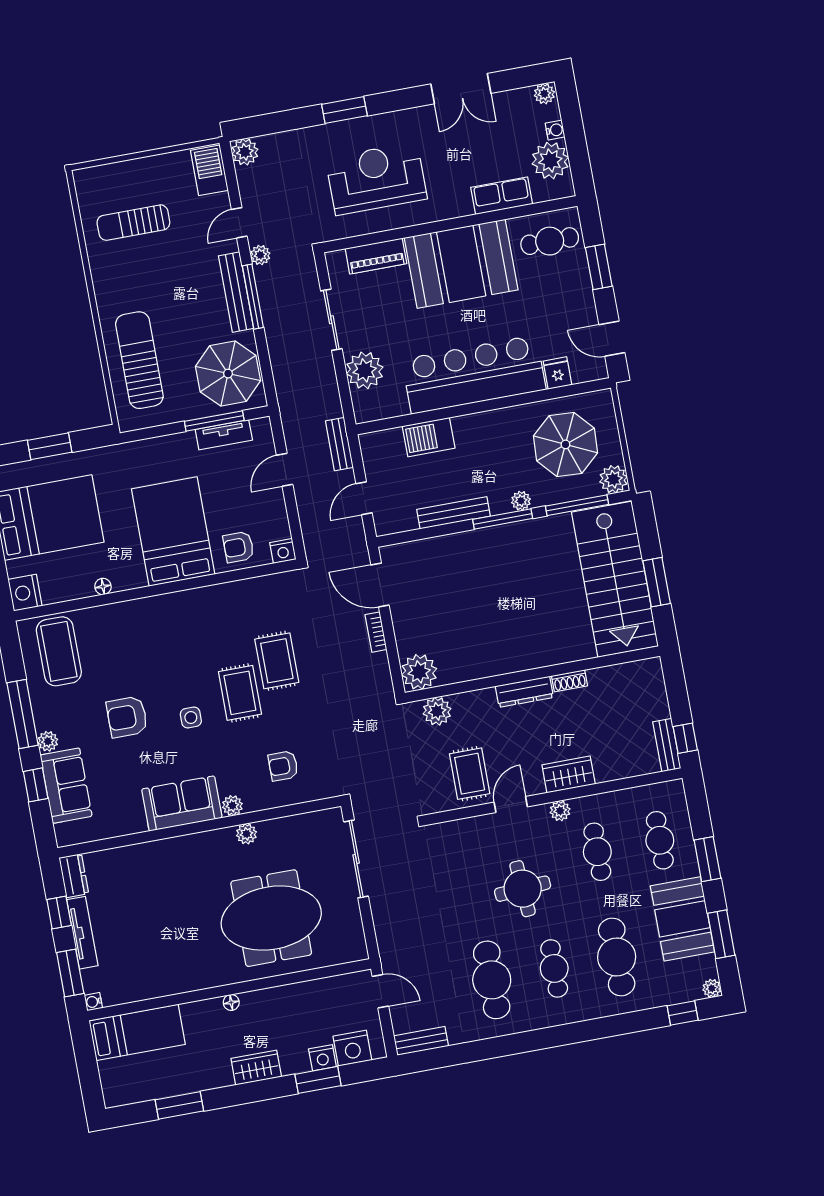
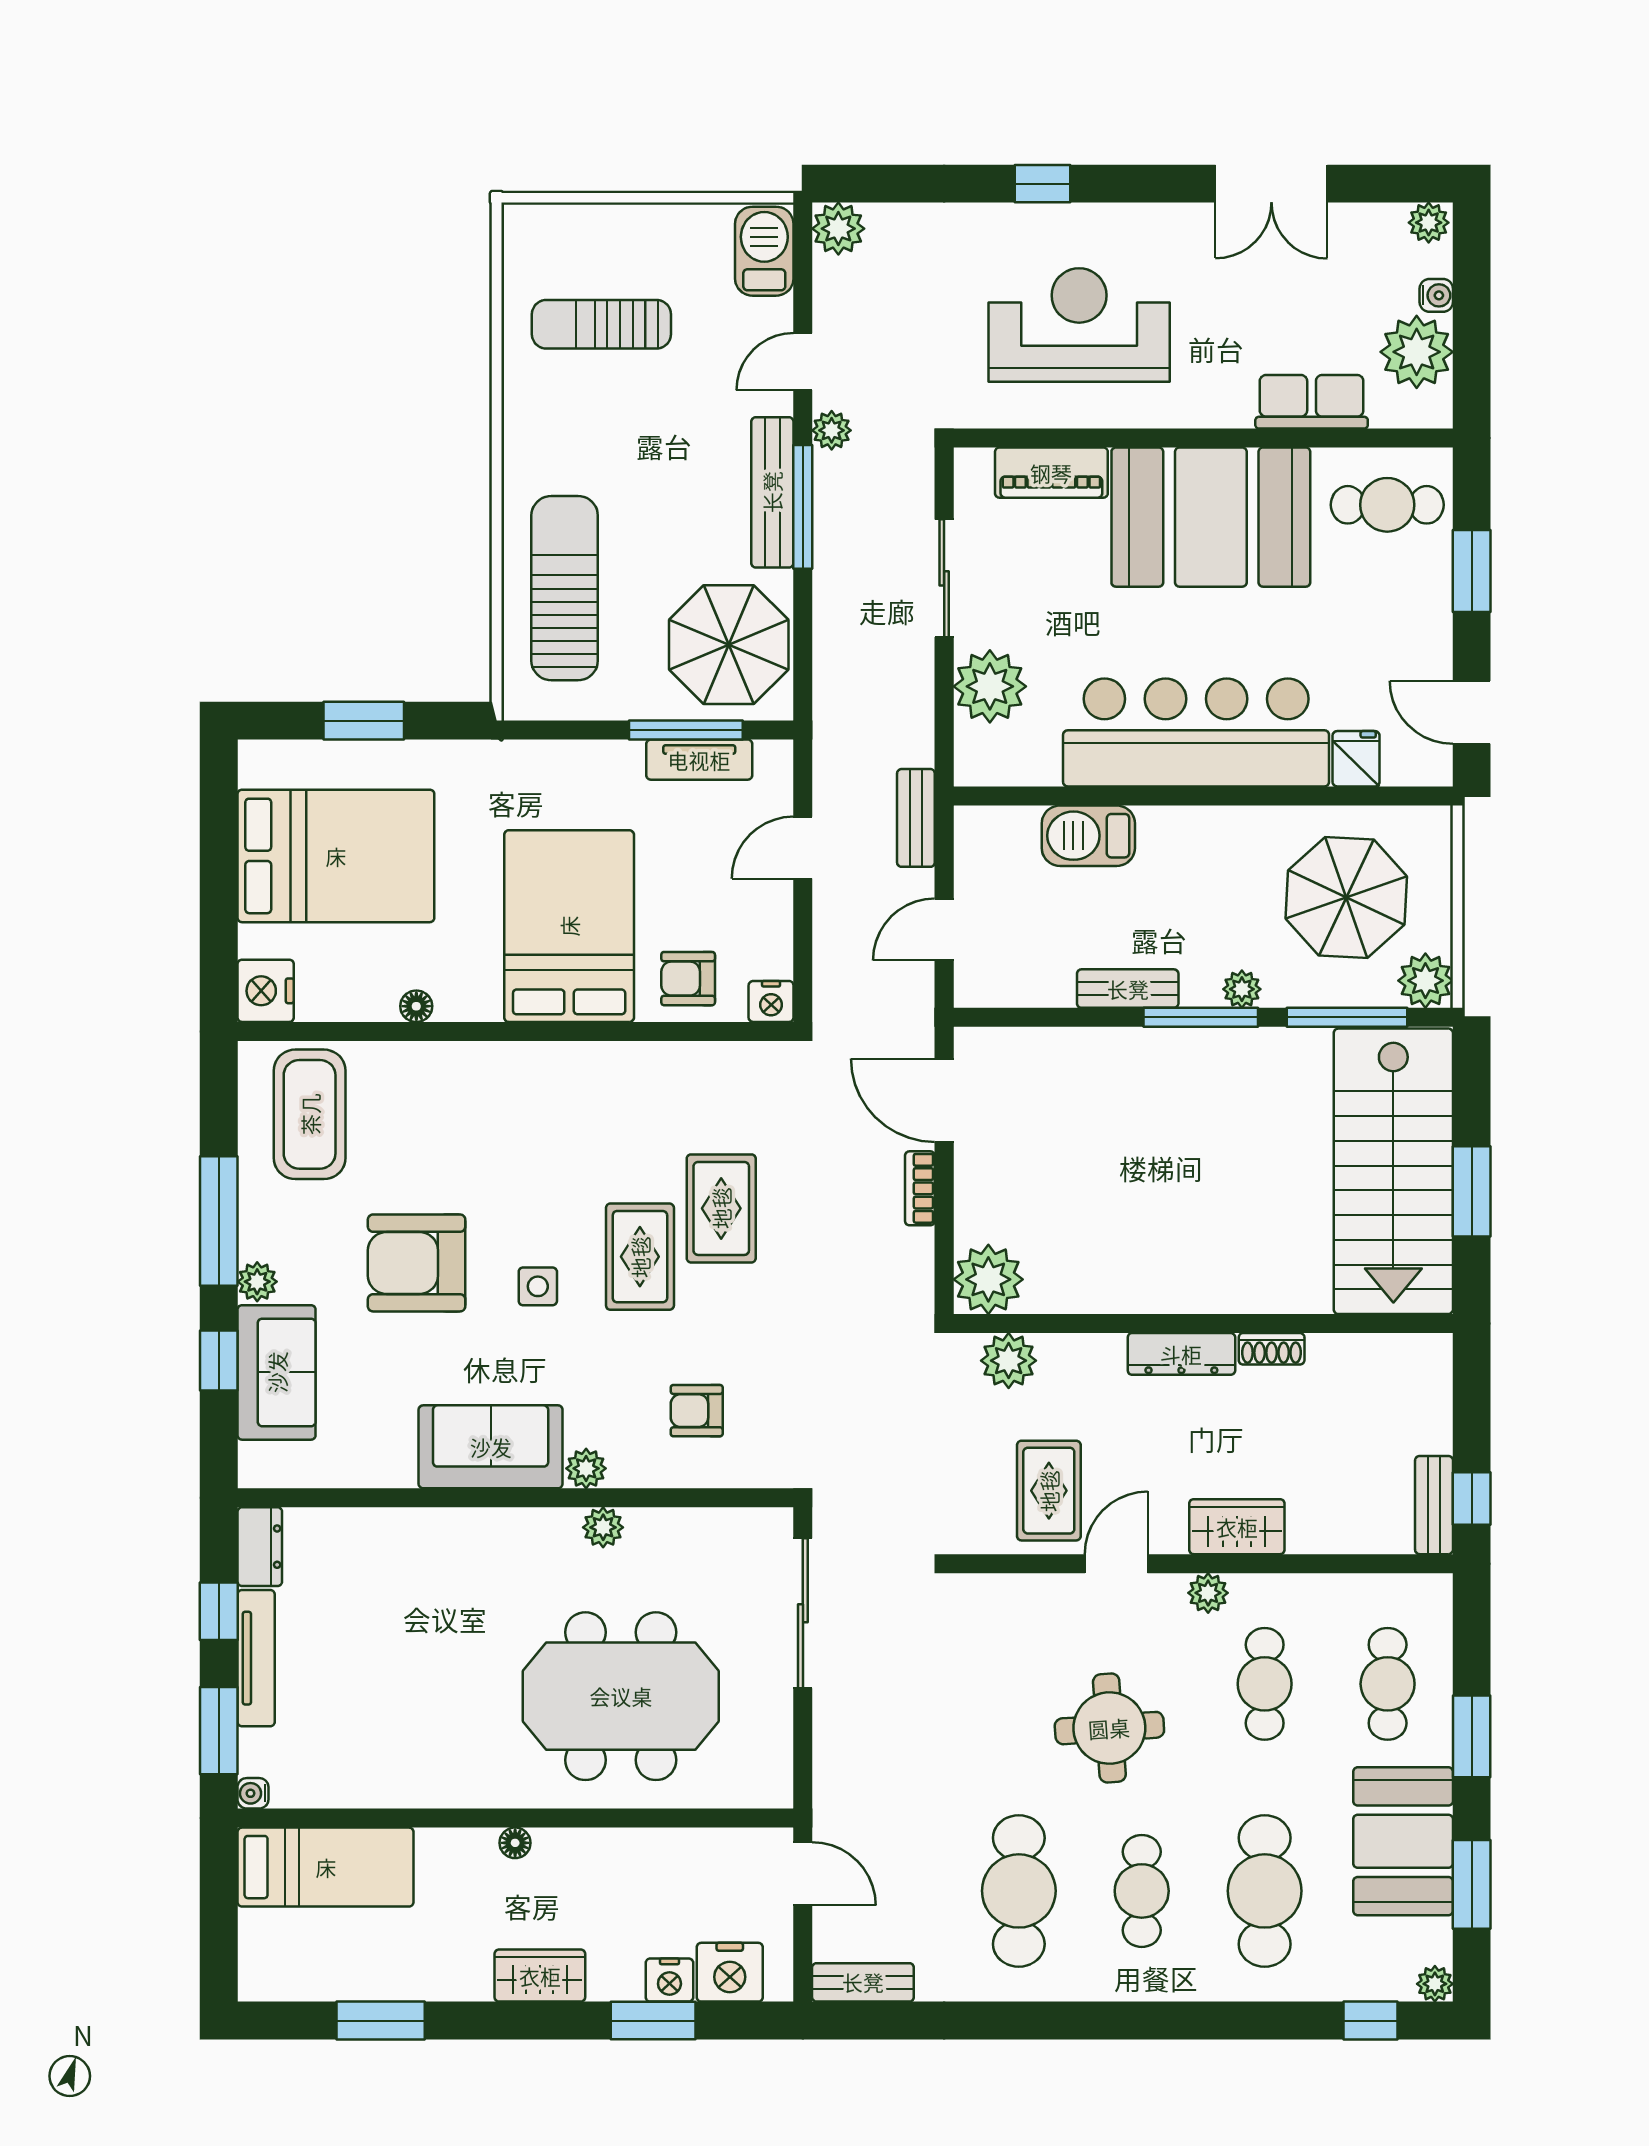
window: (344, 110) -> (1042, 184), width x0.67
bench: (454, 513) -> (1128, 989), width x0.73
armchair: (127, 717) -> (417, 1263), width x1.36, depth x1.36

